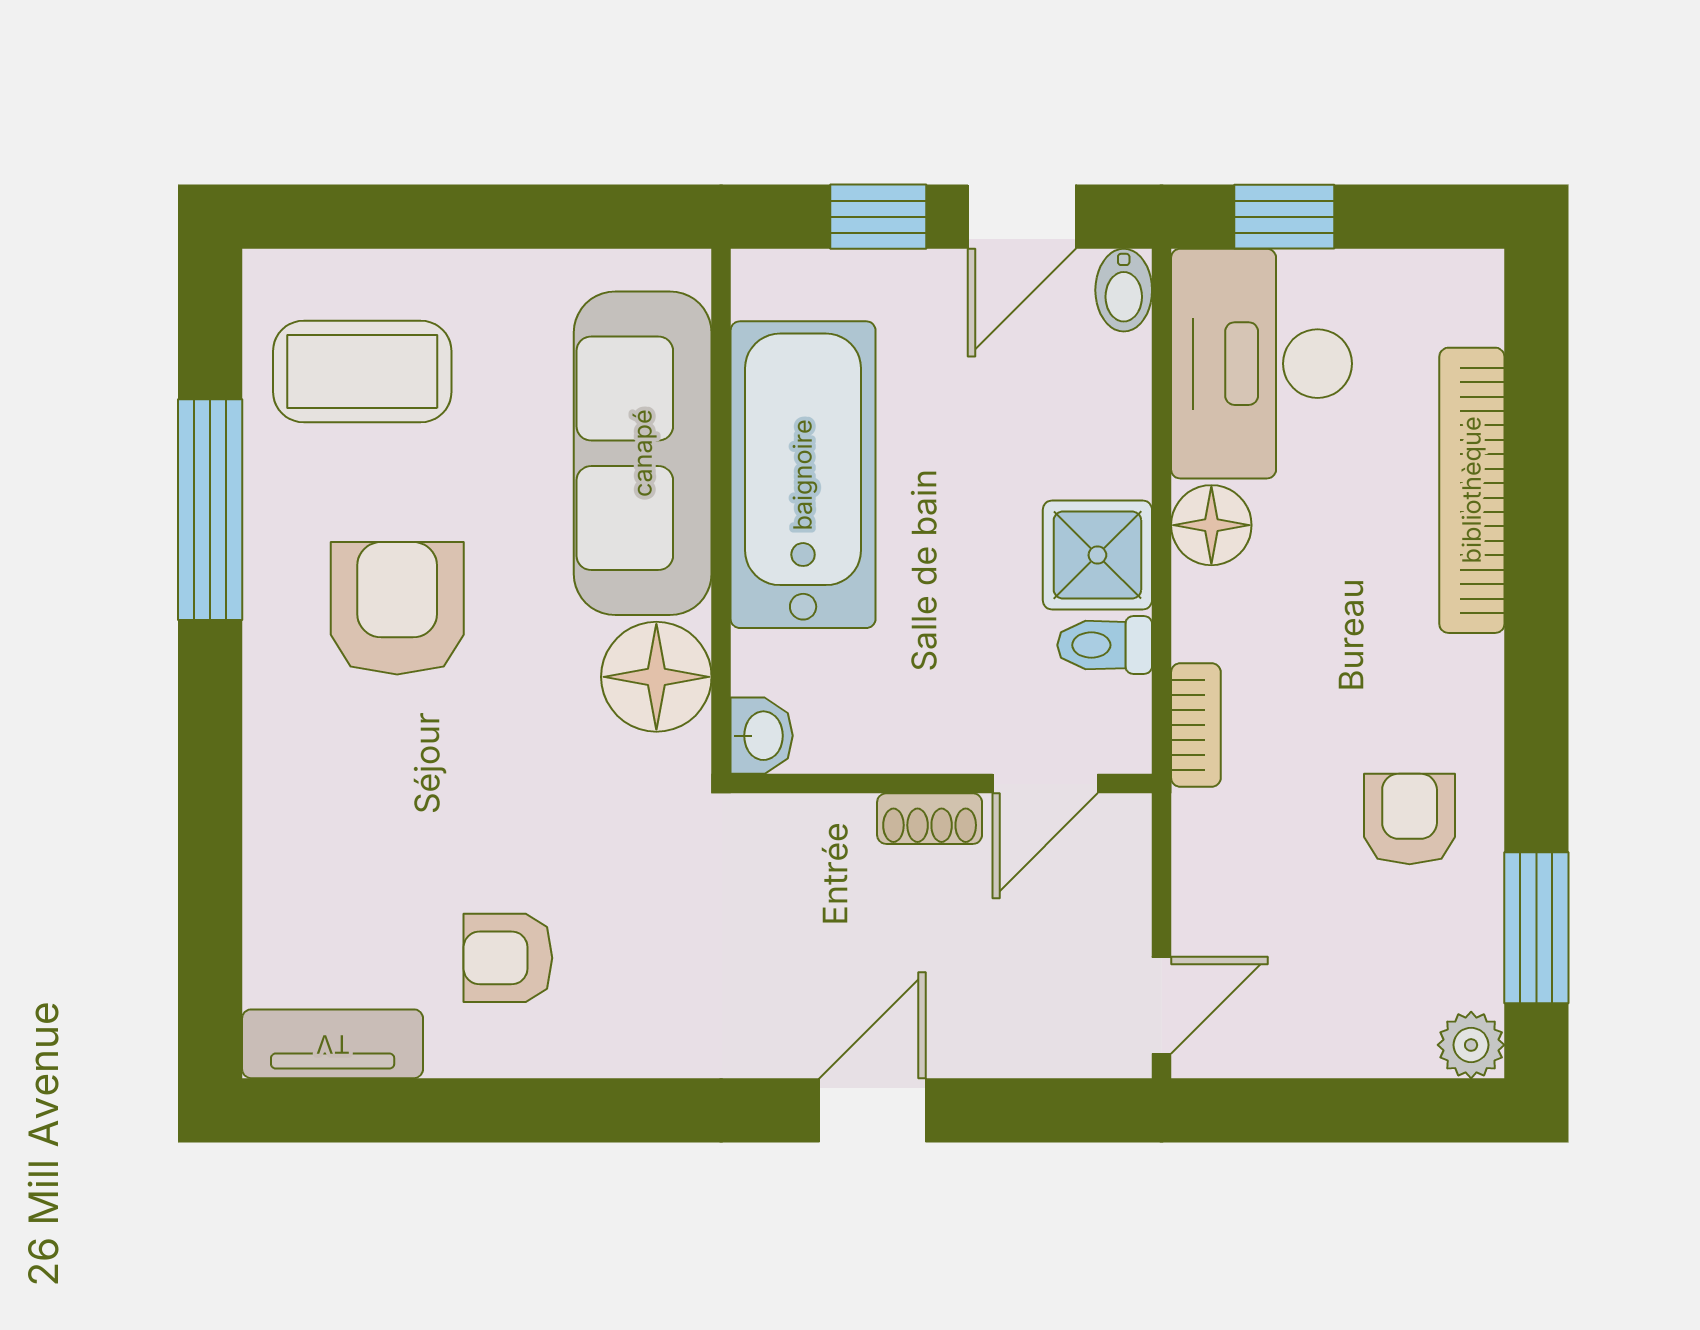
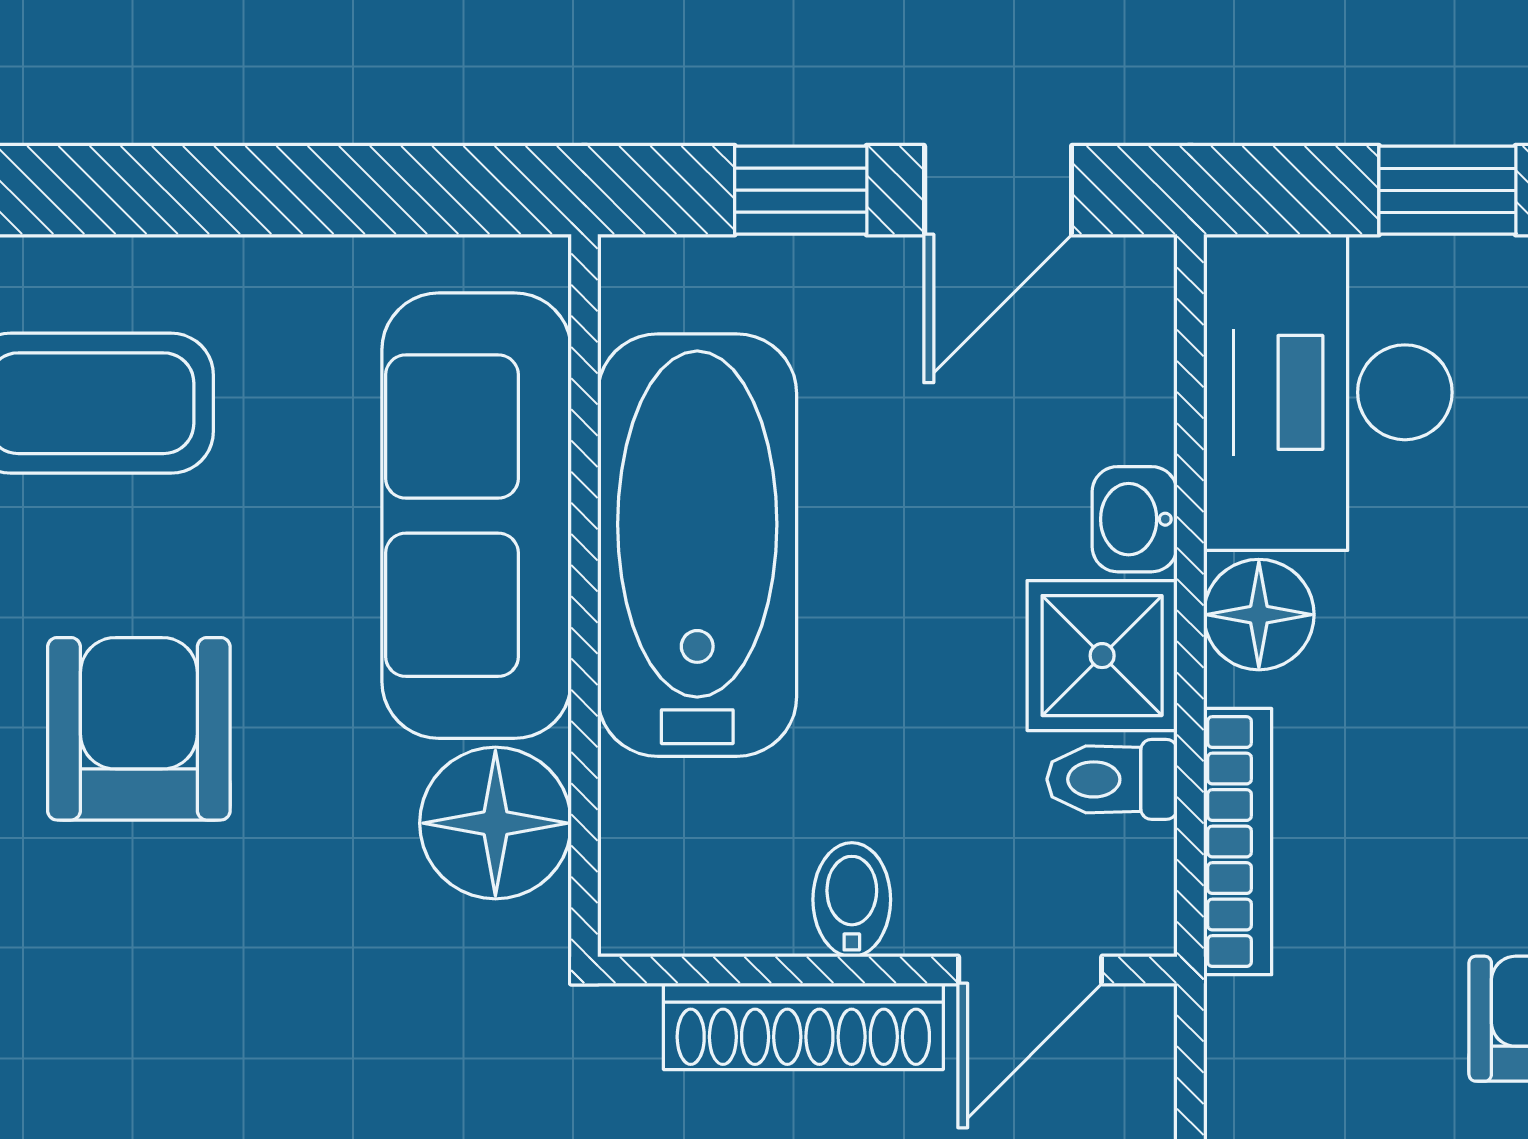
window: (1284, 217) -> (1447, 190), moved
bidet: (1124, 290) -> (852, 900), moved, turned 180
bookcase: (1196, 725) -> (1238, 842), width x1.56
washbasin: (762, 736) -> (1135, 519), moved, turned 180
shoe rack: (930, 819) -> (803, 1026), width x1.94, depth x1.24

